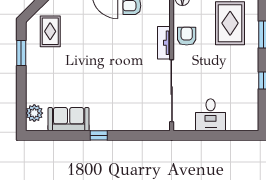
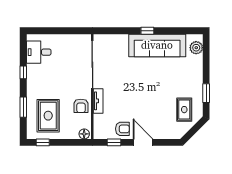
desk: (211, 115) -> (39, 52), moved, turned -90
sofa: (69, 119) -> (157, 45), width x1.85, depth x1.27

